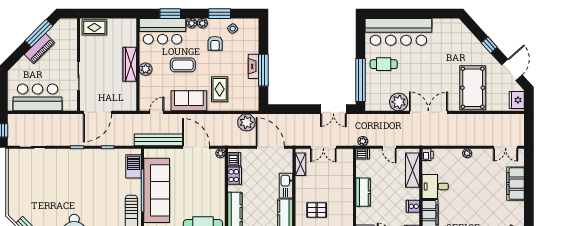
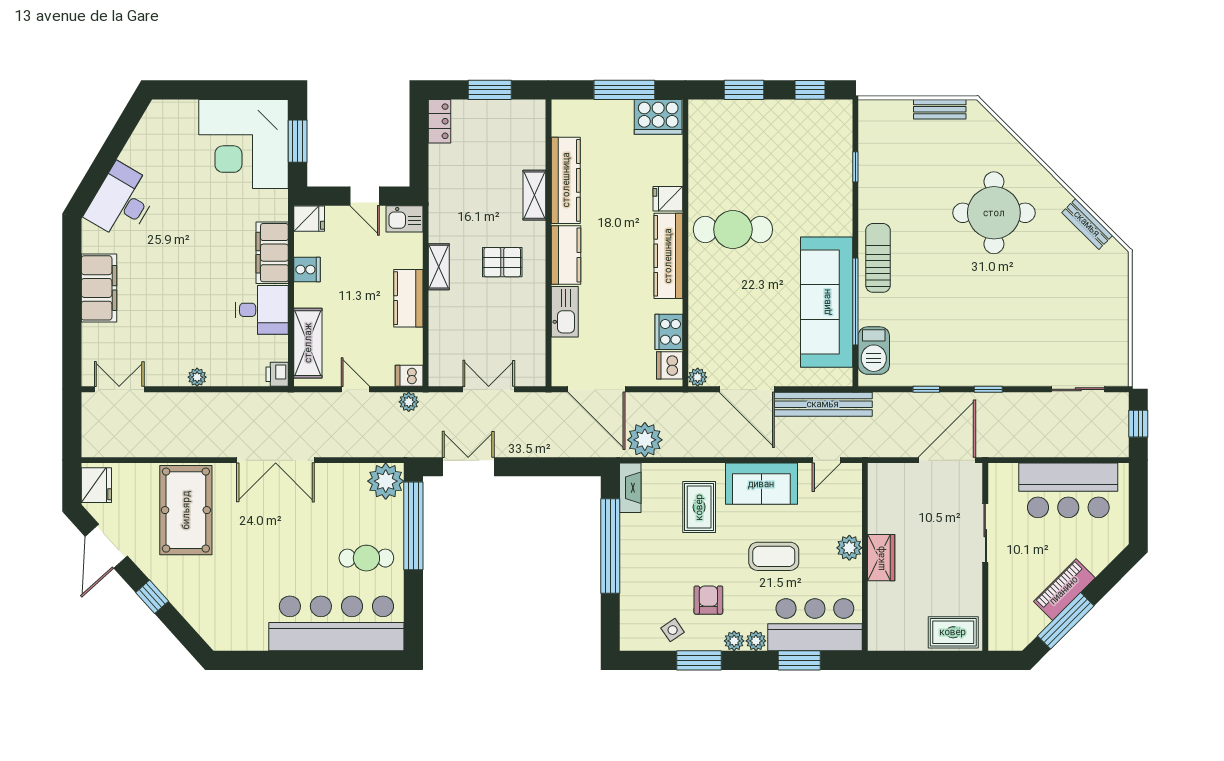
wardrobe: (130, 64) -> (881, 558), width x0.67
fireplace: (254, 66) -> (630, 488), moved
window: (263, 70) -> (610, 546), width x1.46
plant: (399, 102) -> (386, 481), moved
shelving: (300, 164) -> (439, 267), moved
filing cabinet: (515, 184) -> (99, 288), moved

